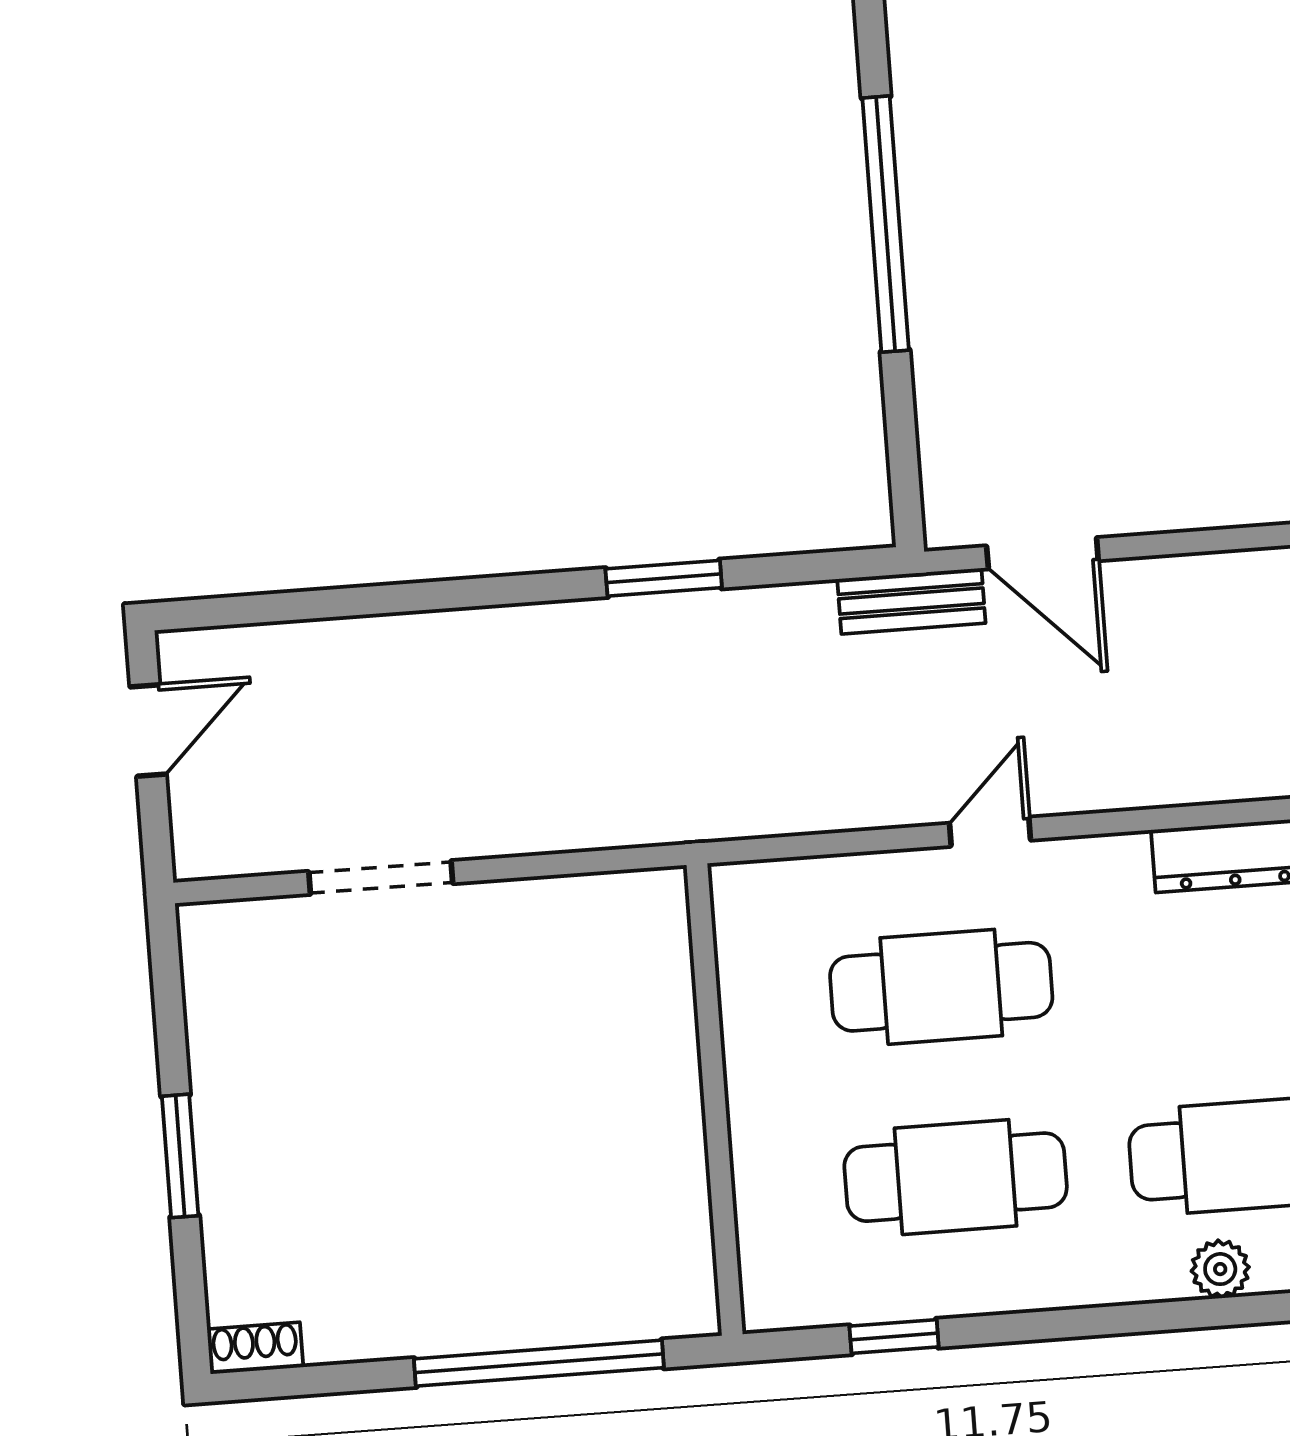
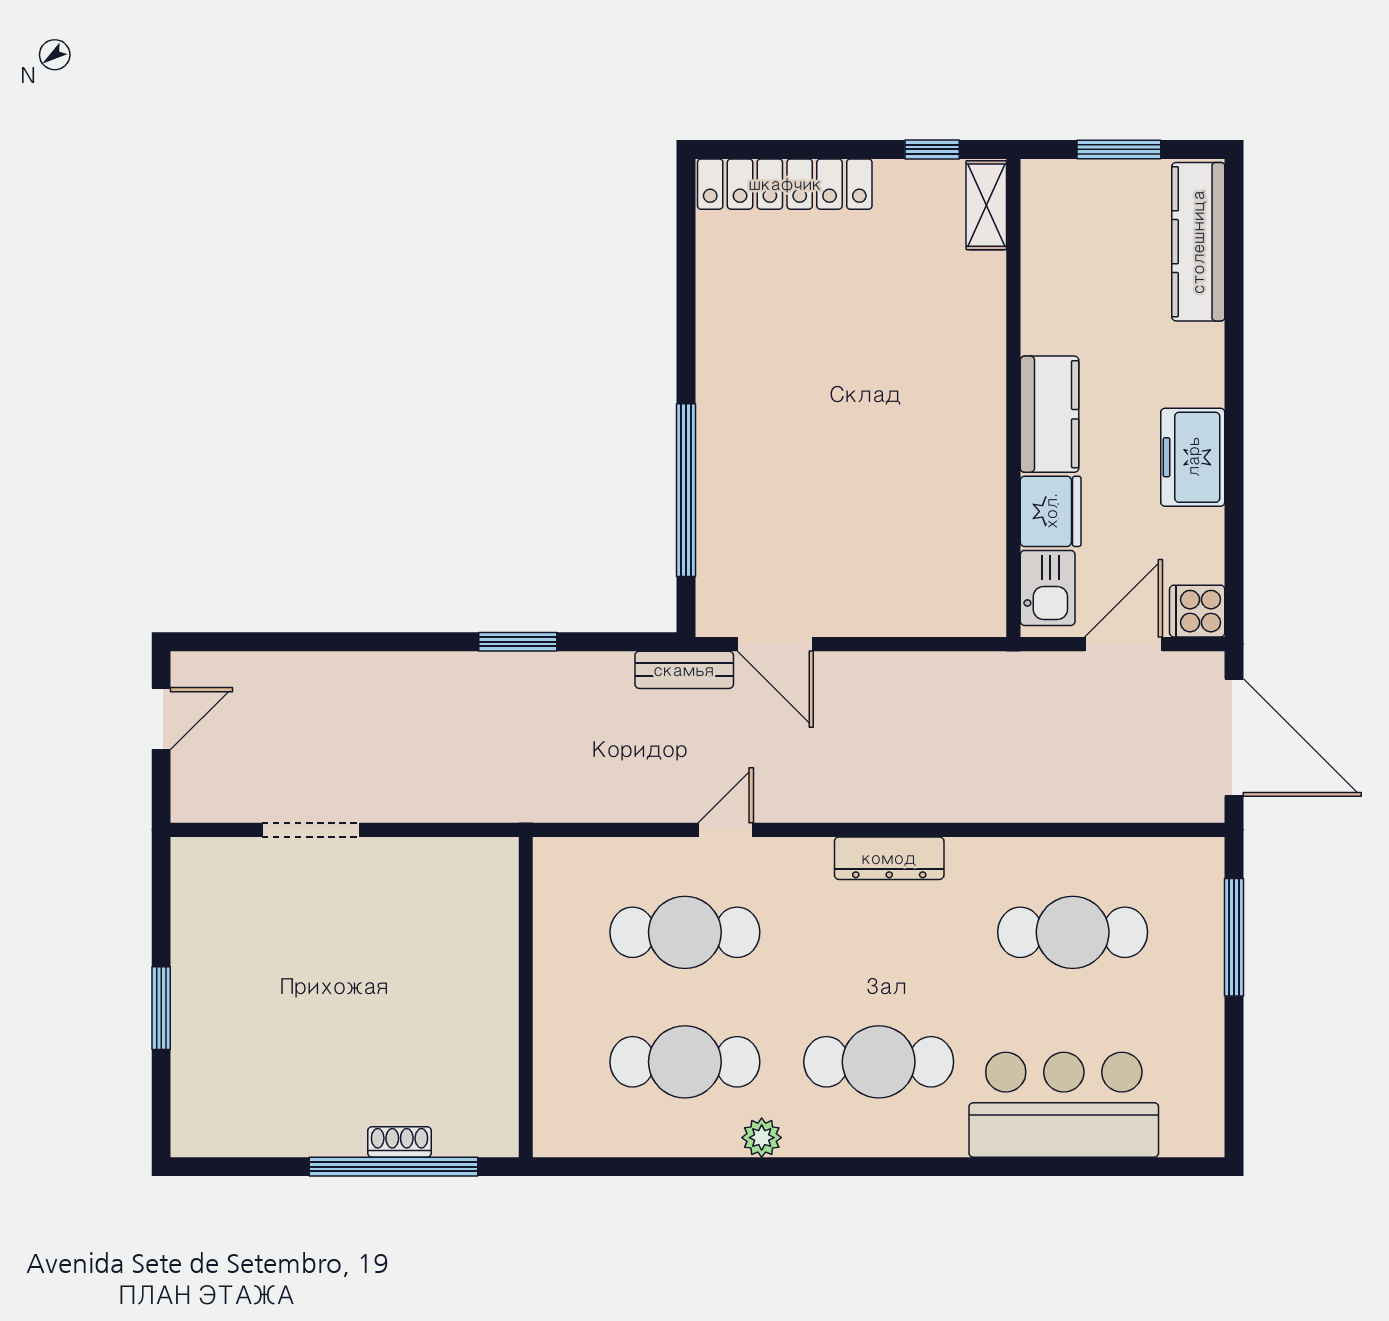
window: (886, 224) -> (686, 490), moved
plant: (1220, 1269) -> (762, 1138), moved
window: (894, 1337) -> (635, 1167), removed
shoe rack: (255, 1348) -> (400, 1142), moved

